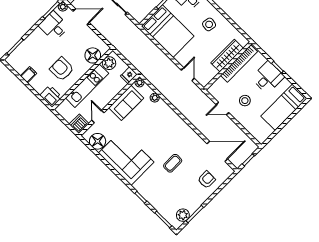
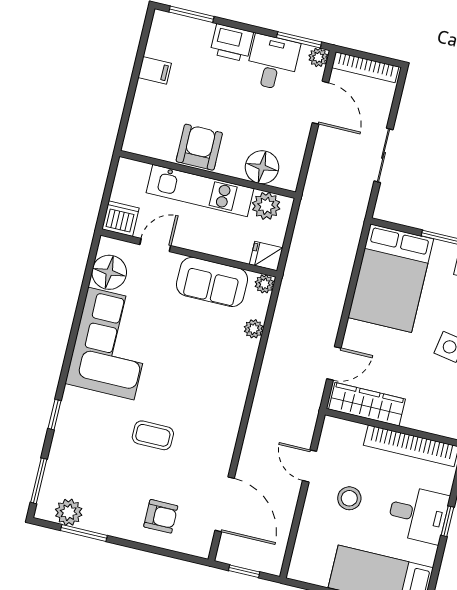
wardrobe: (227, 55) -> (367, 404), moved
armchair: (62, 69) -> (199, 147), moved
printer: (51, 96) -> (232, 43), moved, turned 90

